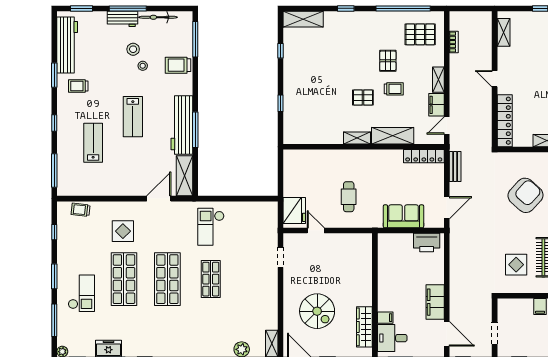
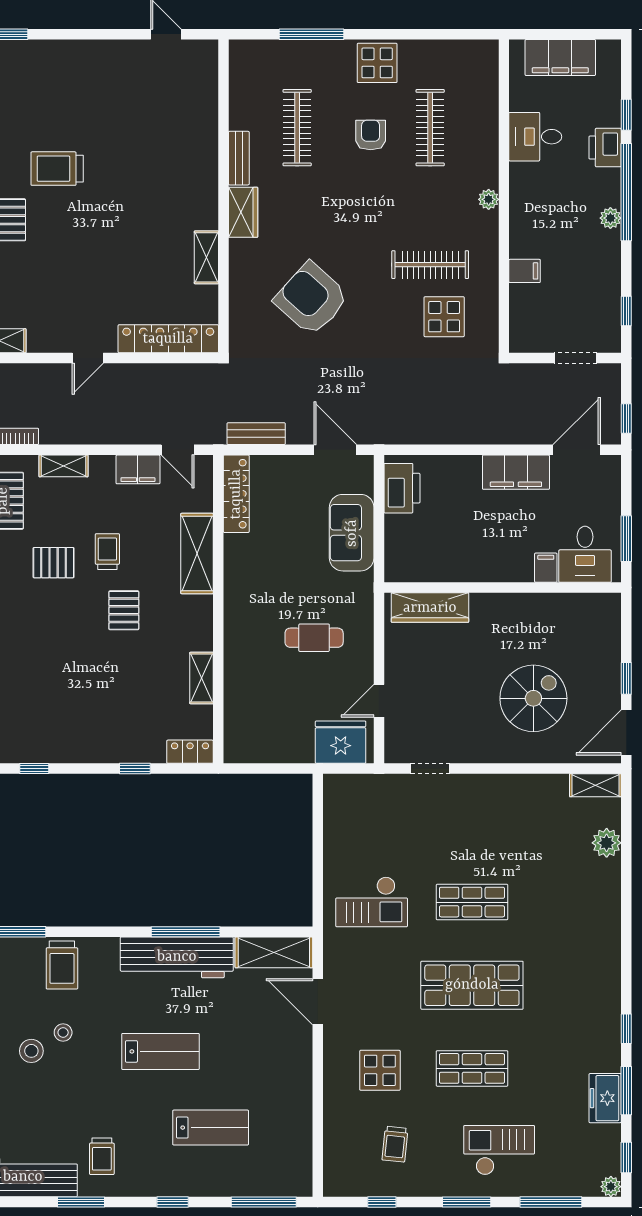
shelving: (438, 80) -> (64, 466), moved
locker: (289, 132) -> (190, 752), added
shelving: (357, 138) -> (202, 678), moved
lab bench: (93, 143) -> (211, 1128), turned 180
trolley: (81, 210) -> (395, 1144), moved
shop shelf: (124, 279) -> (472, 1068), width x0.70, depth x0.74
wardrobe: (364, 327) -> (430, 608), moved

